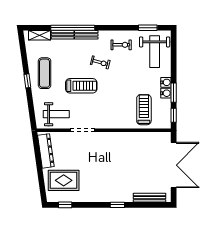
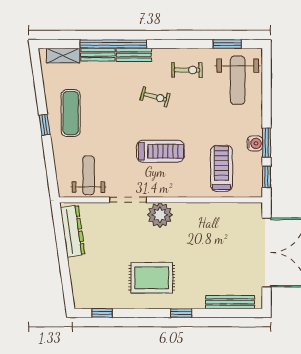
water cooler: (166, 82) -> (255, 127), removed
treadmill: (81, 86) -> (160, 151), moved
weight bench: (56, 114) -> (89, 175), turned -90
plant: (103, 140) -> (160, 215), added
rug: (64, 180) -> (152, 278), moved

